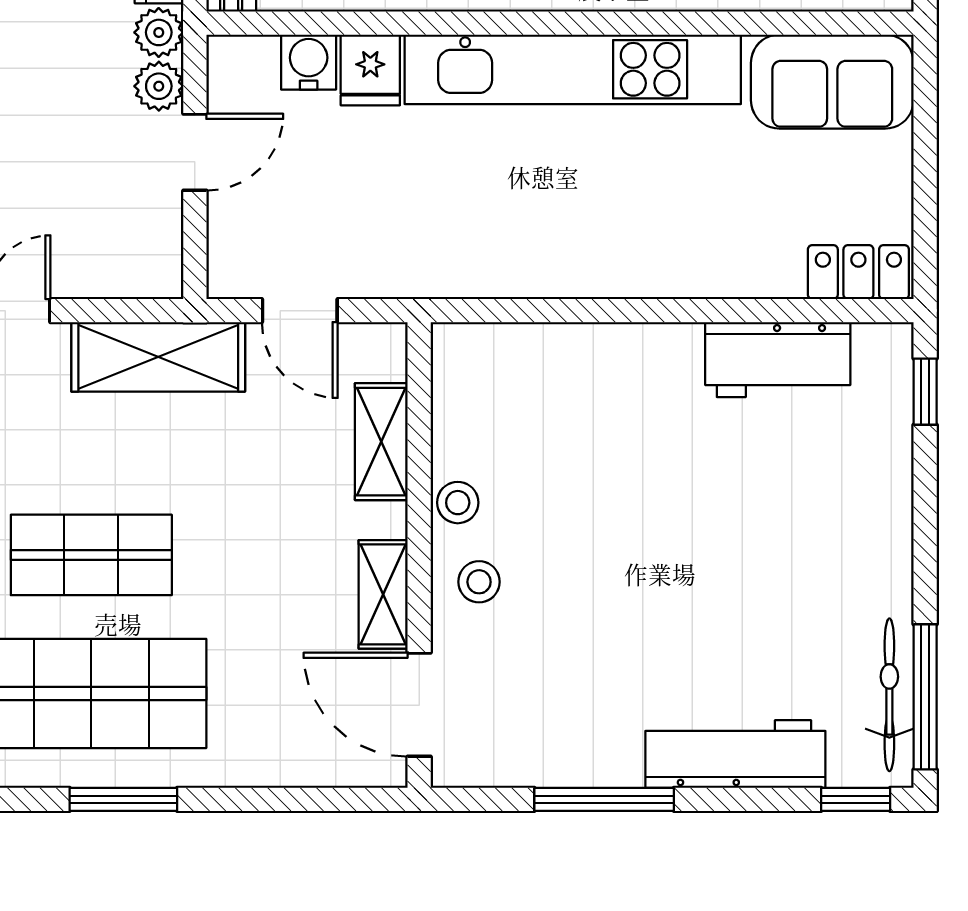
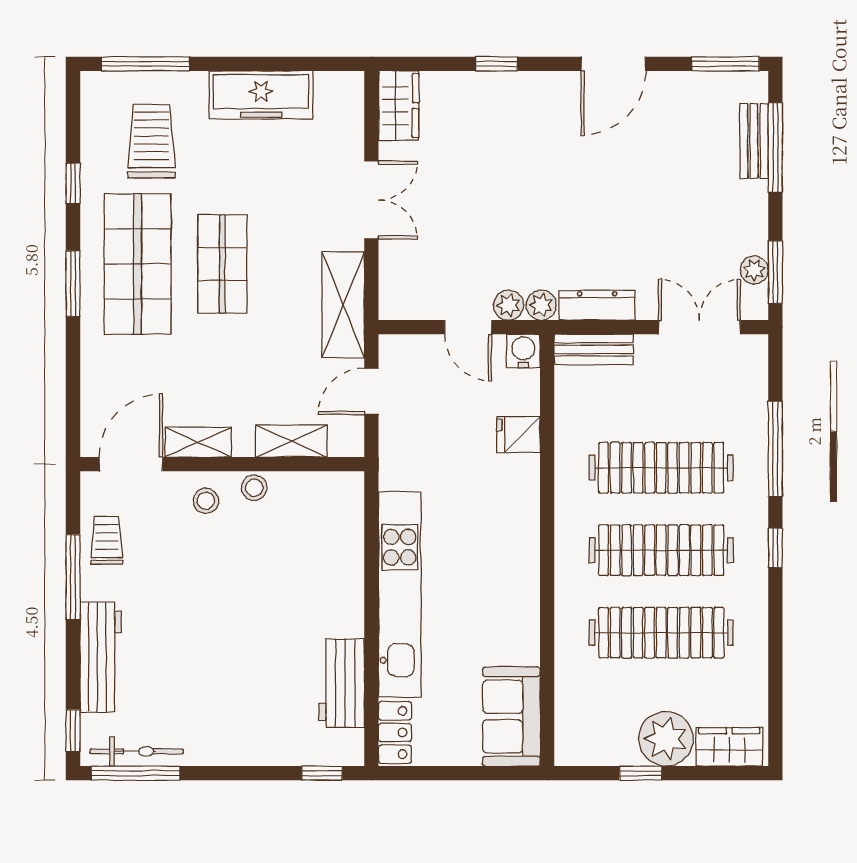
water cooler: (309, 62) -> (523, 351), moved, turned -90
kitchen unit: (573, 69) -> (400, 594), moved, turned 180
trolley: (544, 744) -> (107, 540), added

